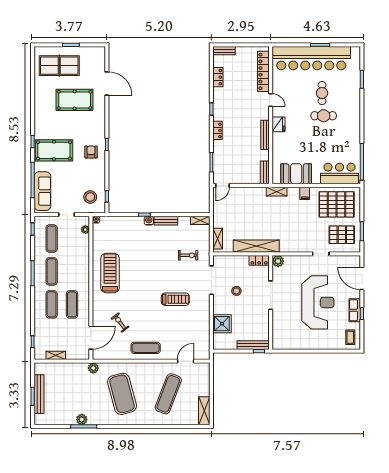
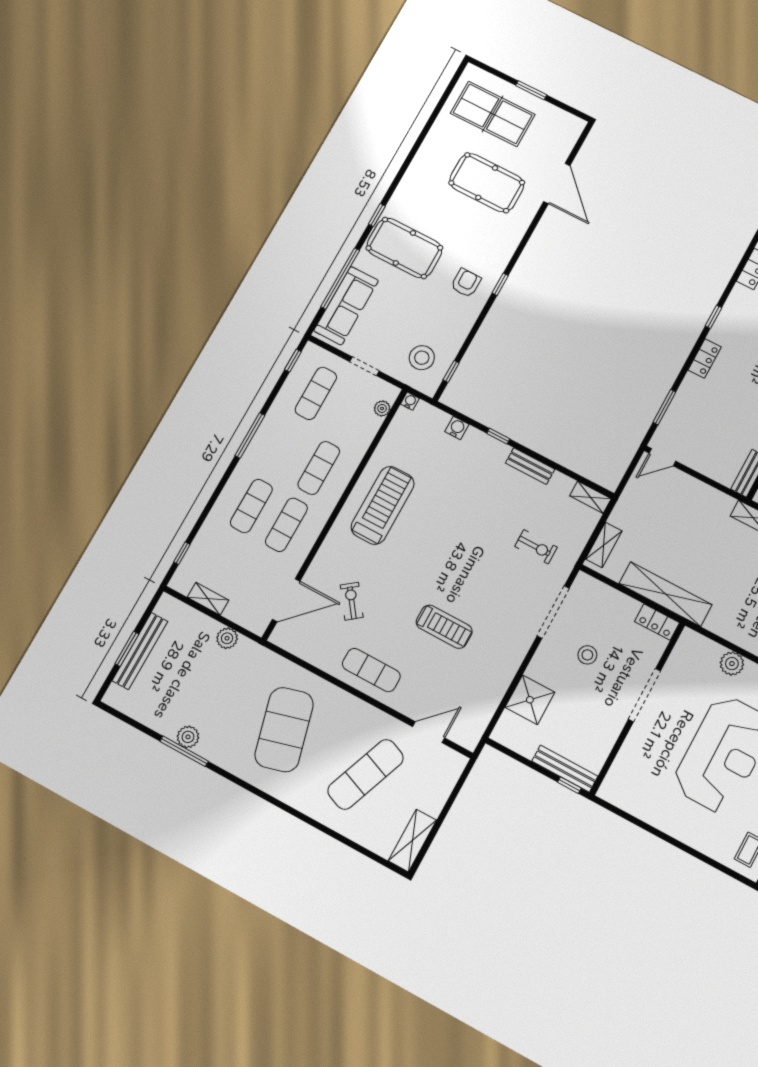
water cooler: (149, 221) -> (457, 428), moved
plant: (278, 261) -> (732, 664), moved
exercise mat: (52, 271) -> (319, 468), moved
treadmill: (175, 299) -> (444, 627), moved
plant: (93, 368) -> (227, 638), moved

